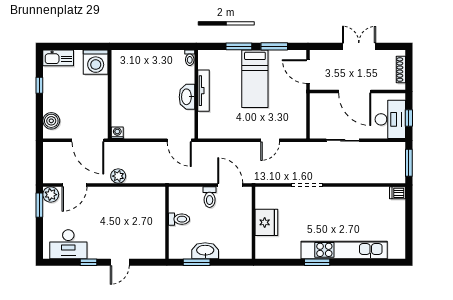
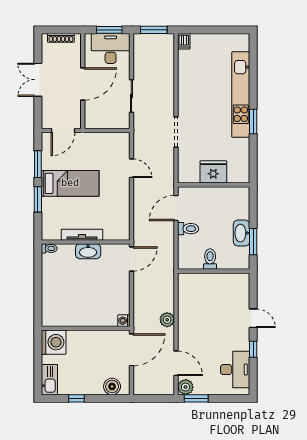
window: (409, 118) -> (109, 30), width x1.50

